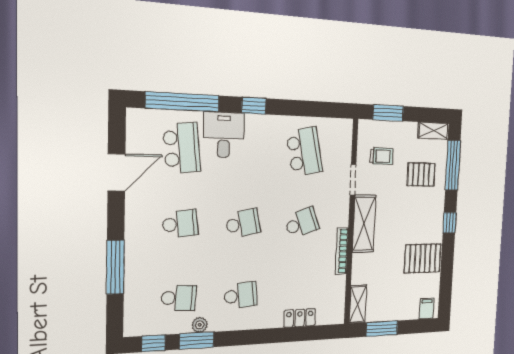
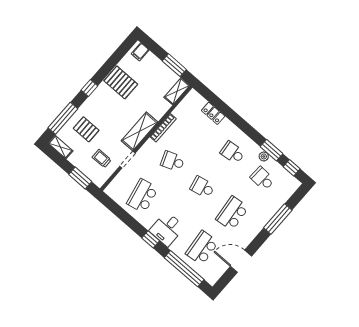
desk: (224, 135) -> (167, 229), moved
school desk: (180, 224) -> (232, 213), width x1.85

